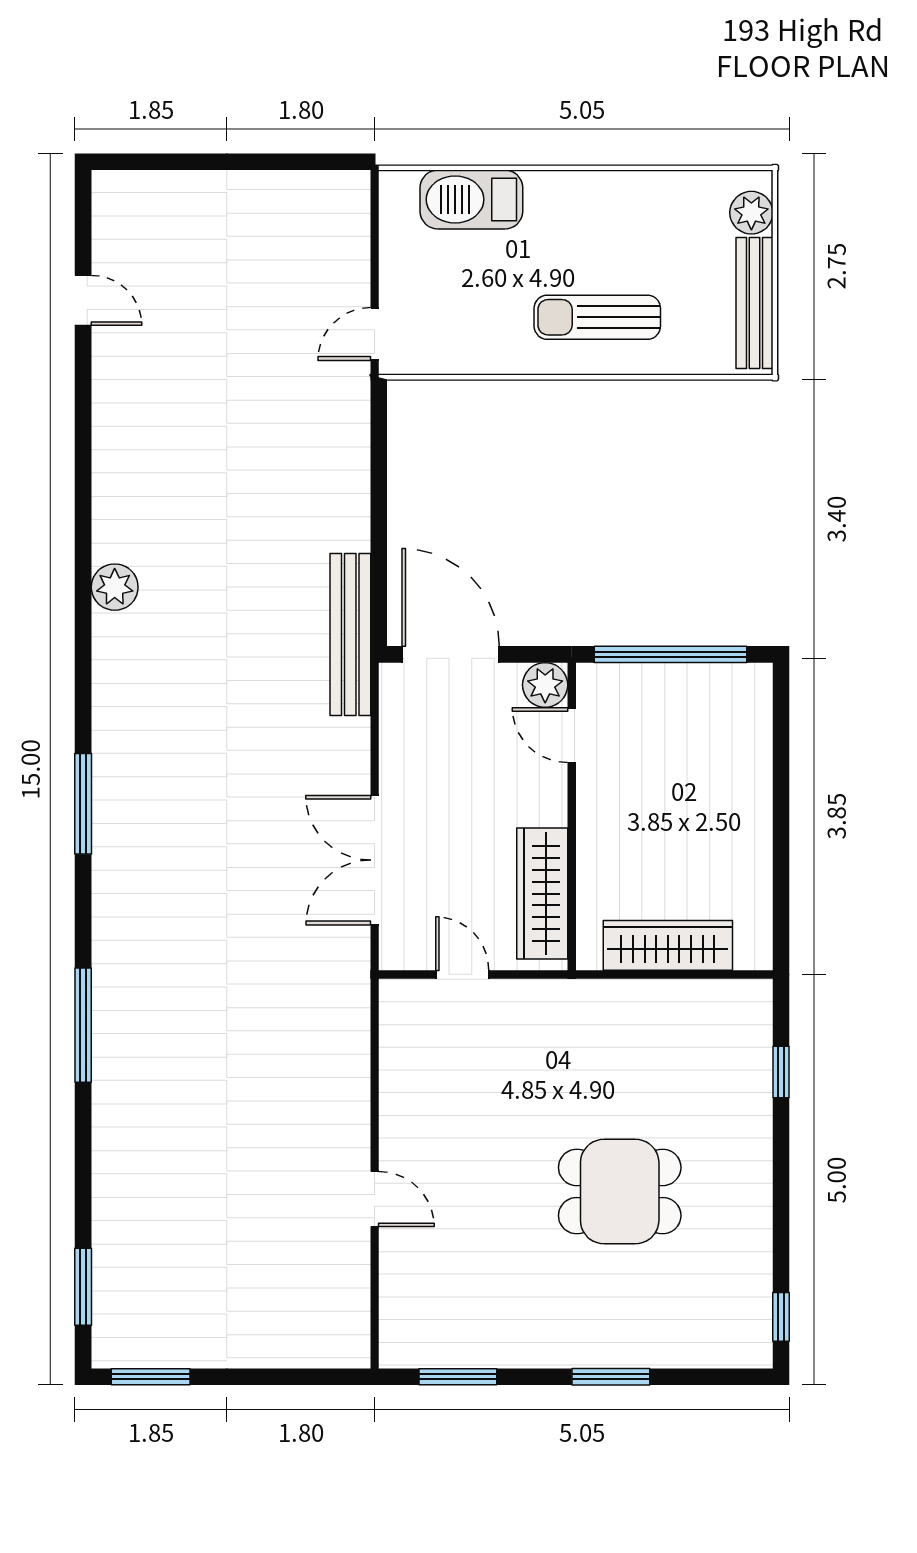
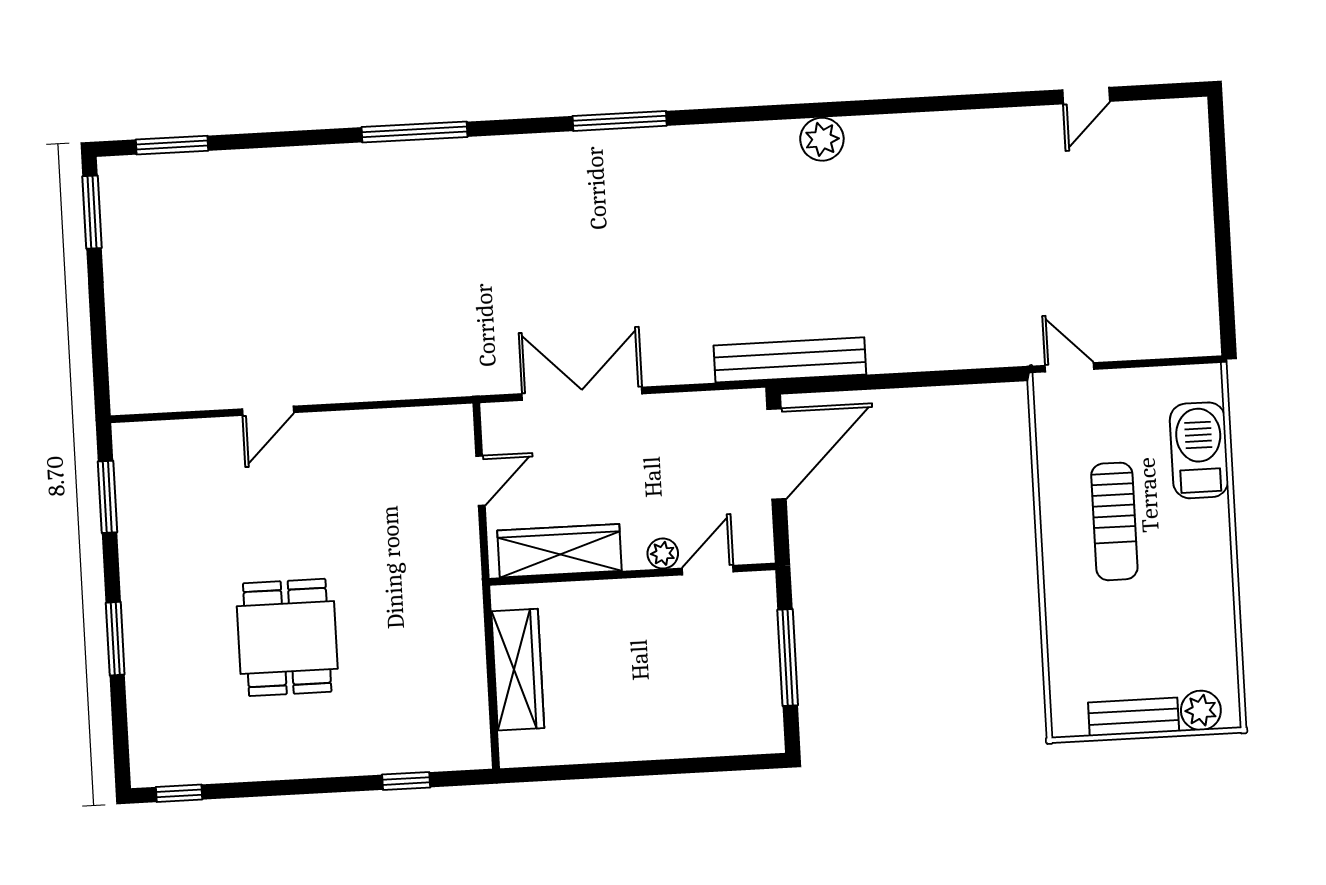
bench: (754, 303) -> (1134, 717), width x0.73
sun lounger: (597, 317) -> (1114, 521), moved, turned 180
window: (670, 654) -> (788, 658), width x0.68
plant: (545, 685) -> (663, 554), moved, width x0.73, depth x0.73

